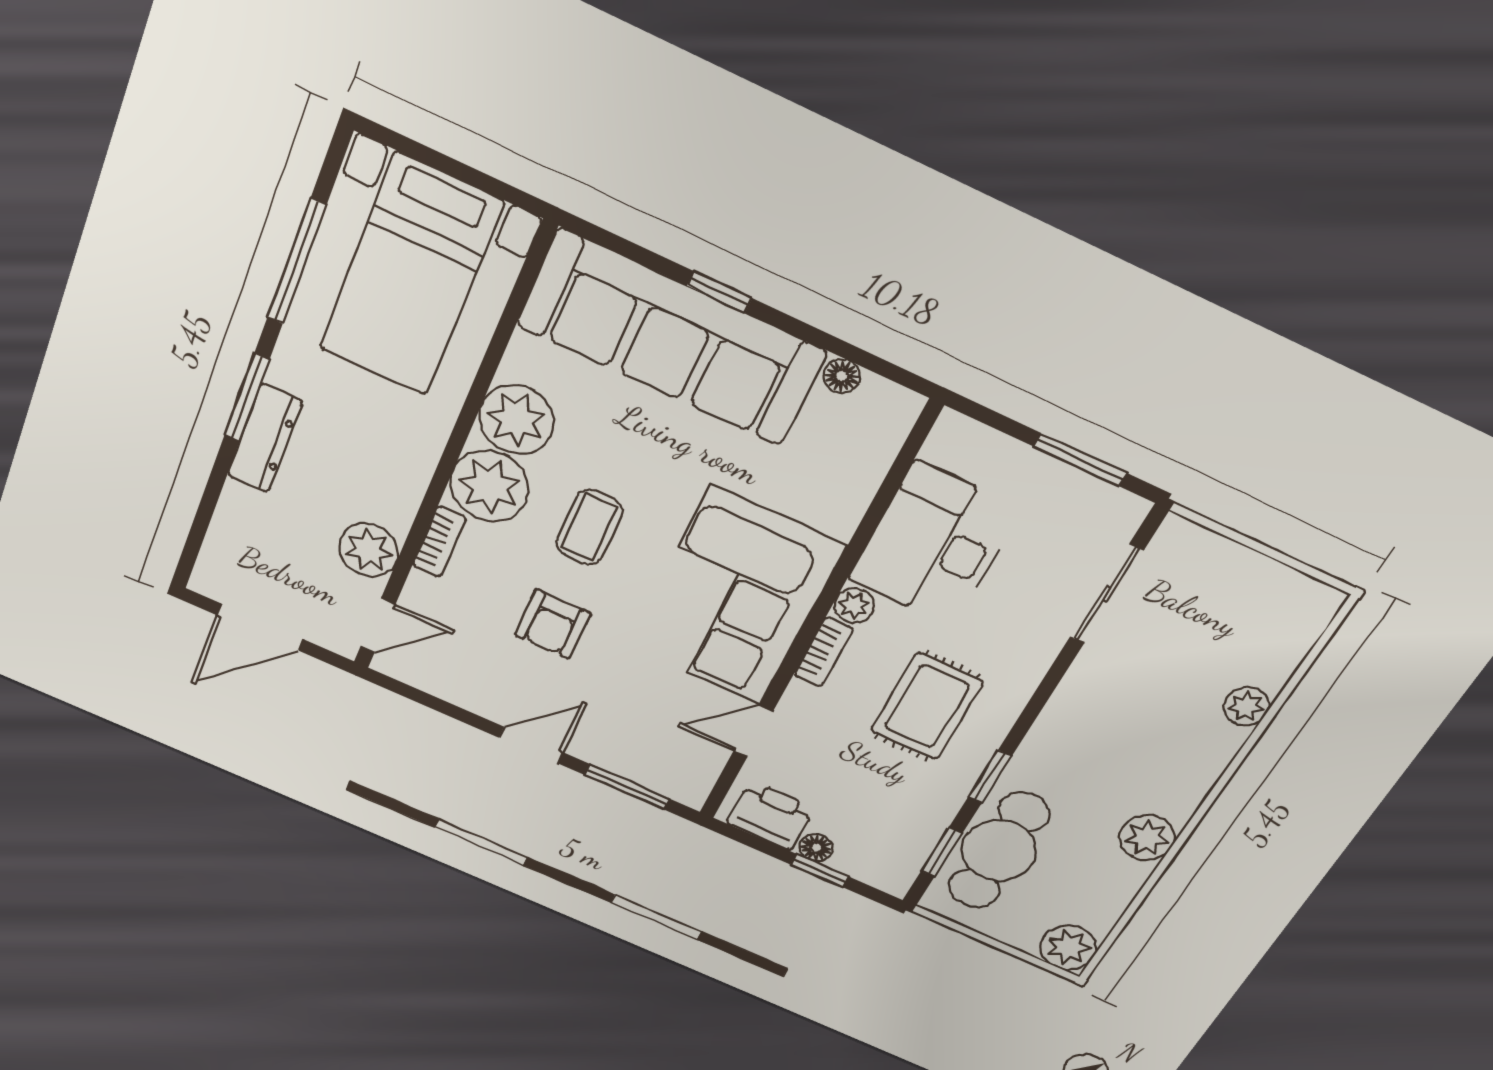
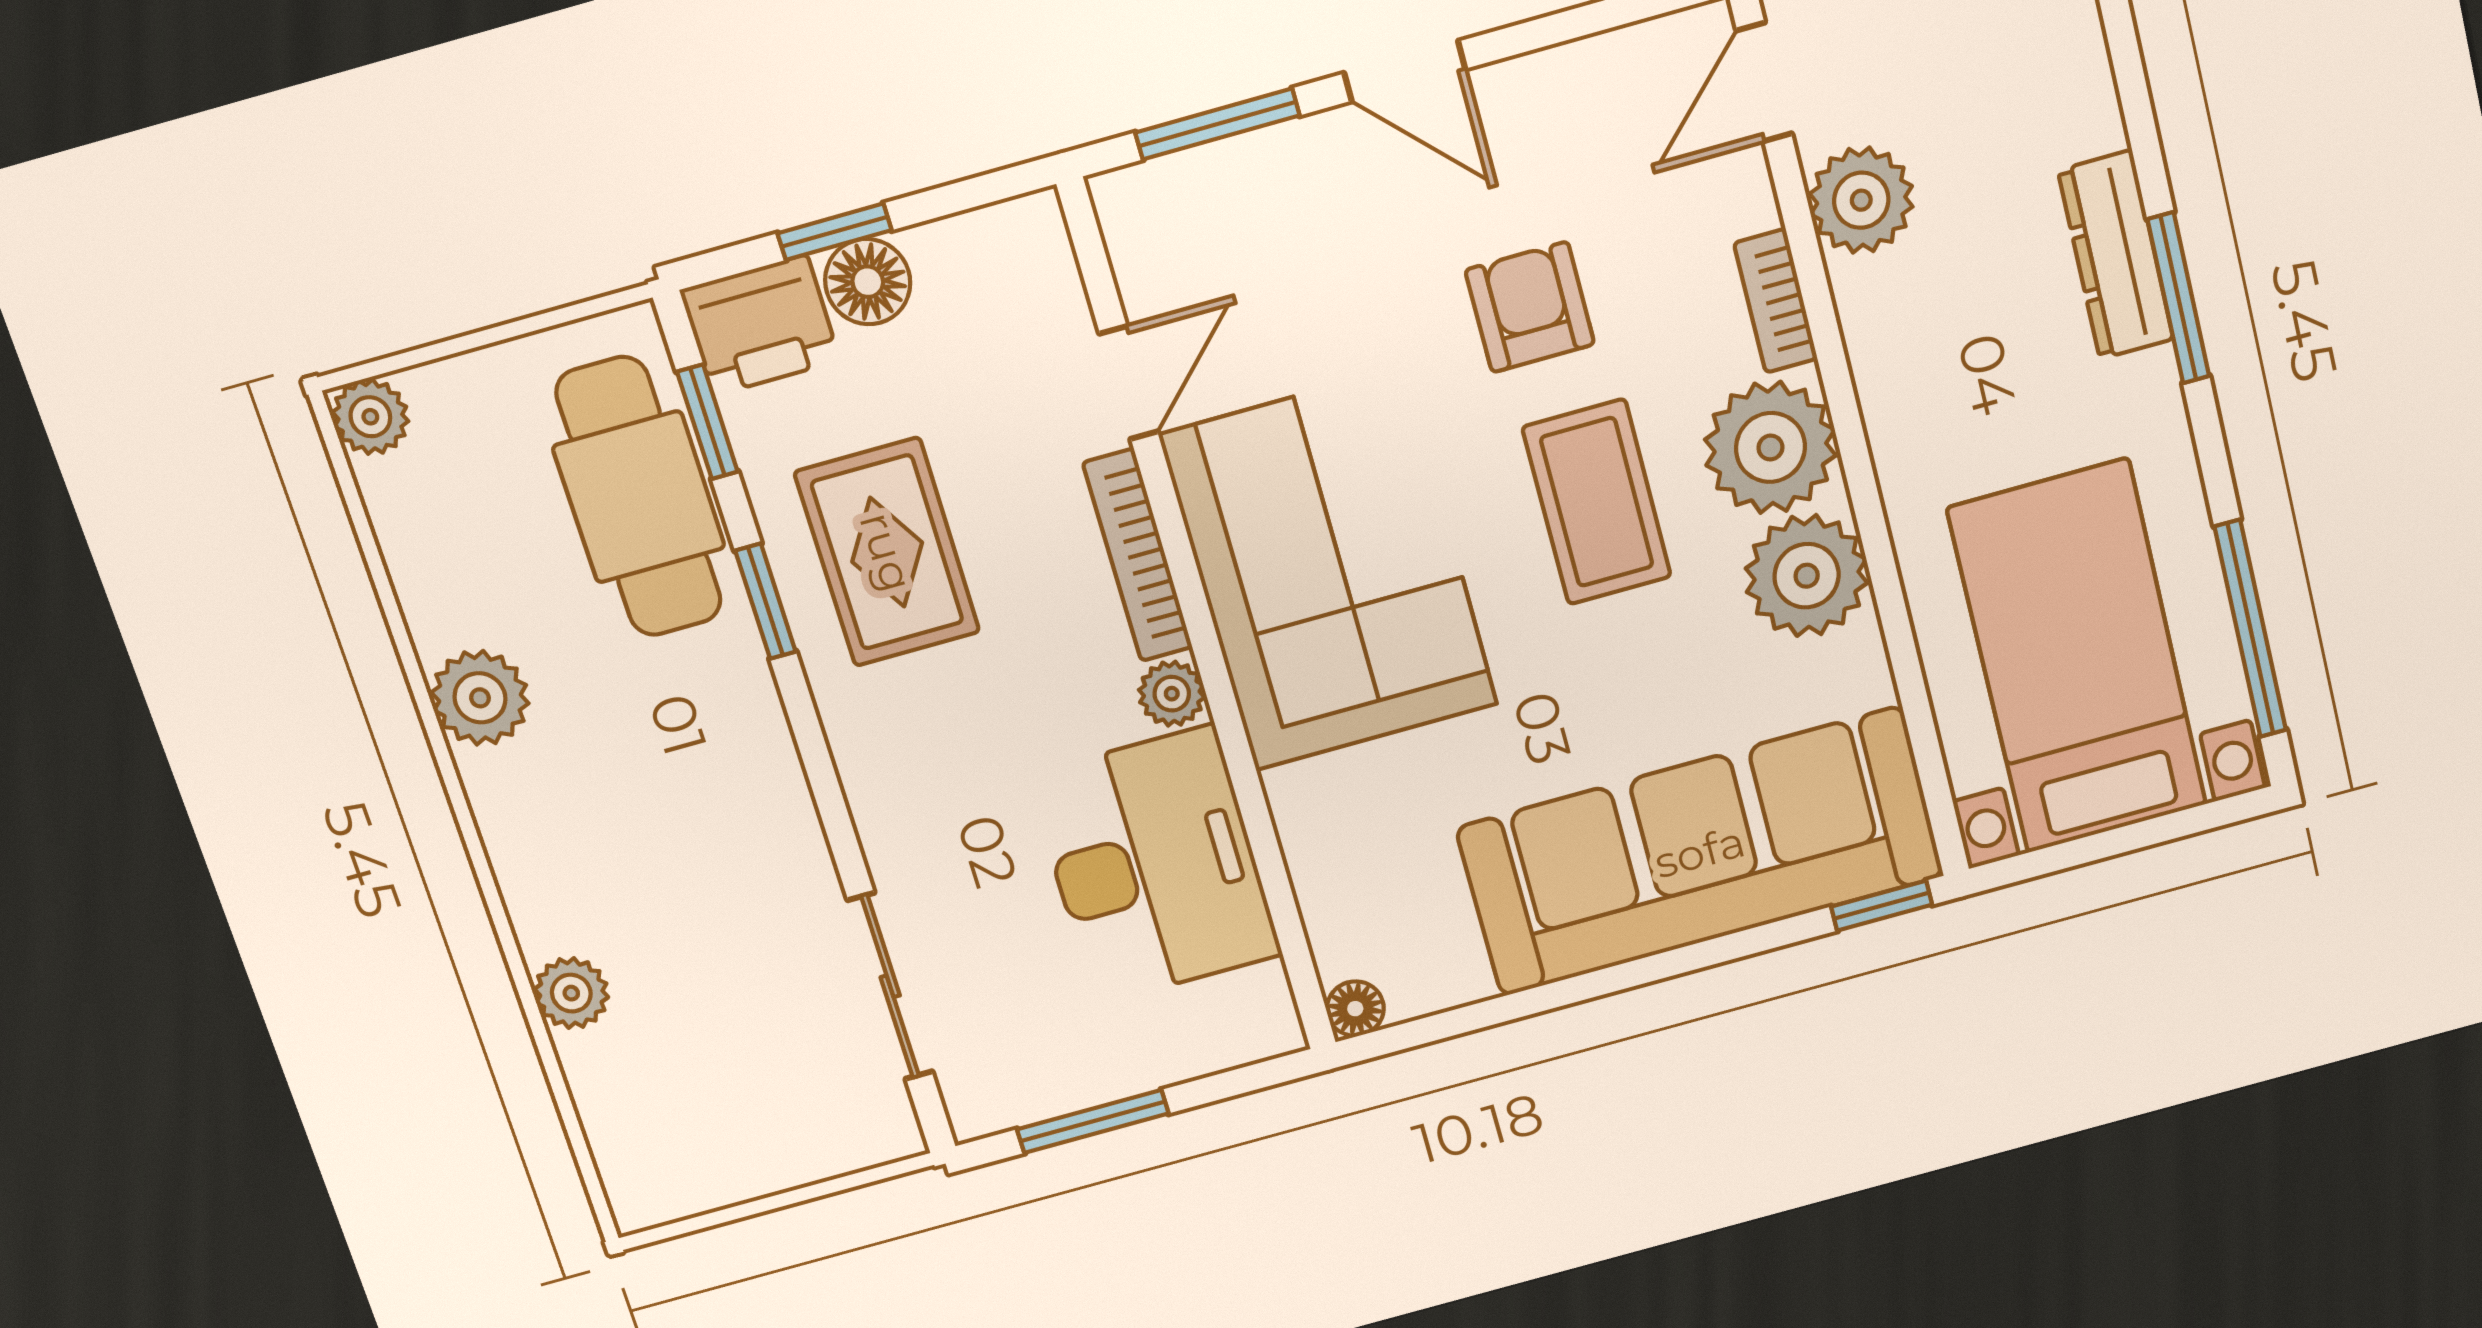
window: (297, 262) -> (2250, 629), moved
window: (720, 292) -> (1882, 906), moved
floor lamp: (842, 376) -> (1355, 1009), moved
coffee table: (589, 527) -> (1597, 502), width x1.36, depth x1.30
bookcase: (824, 652) -> (1138, 555), width x1.56
rug: (927, 706) -> (887, 552), moved
door: (531, 745) -> (1405, 71), hinge flipped
printer: (771, 816) -> (760, 325), moved
floor lamp: (816, 848) -> (868, 282), width x1.37, depth x1.37
plant: (1068, 947) -> (370, 417), width x0.73, depth x0.73

